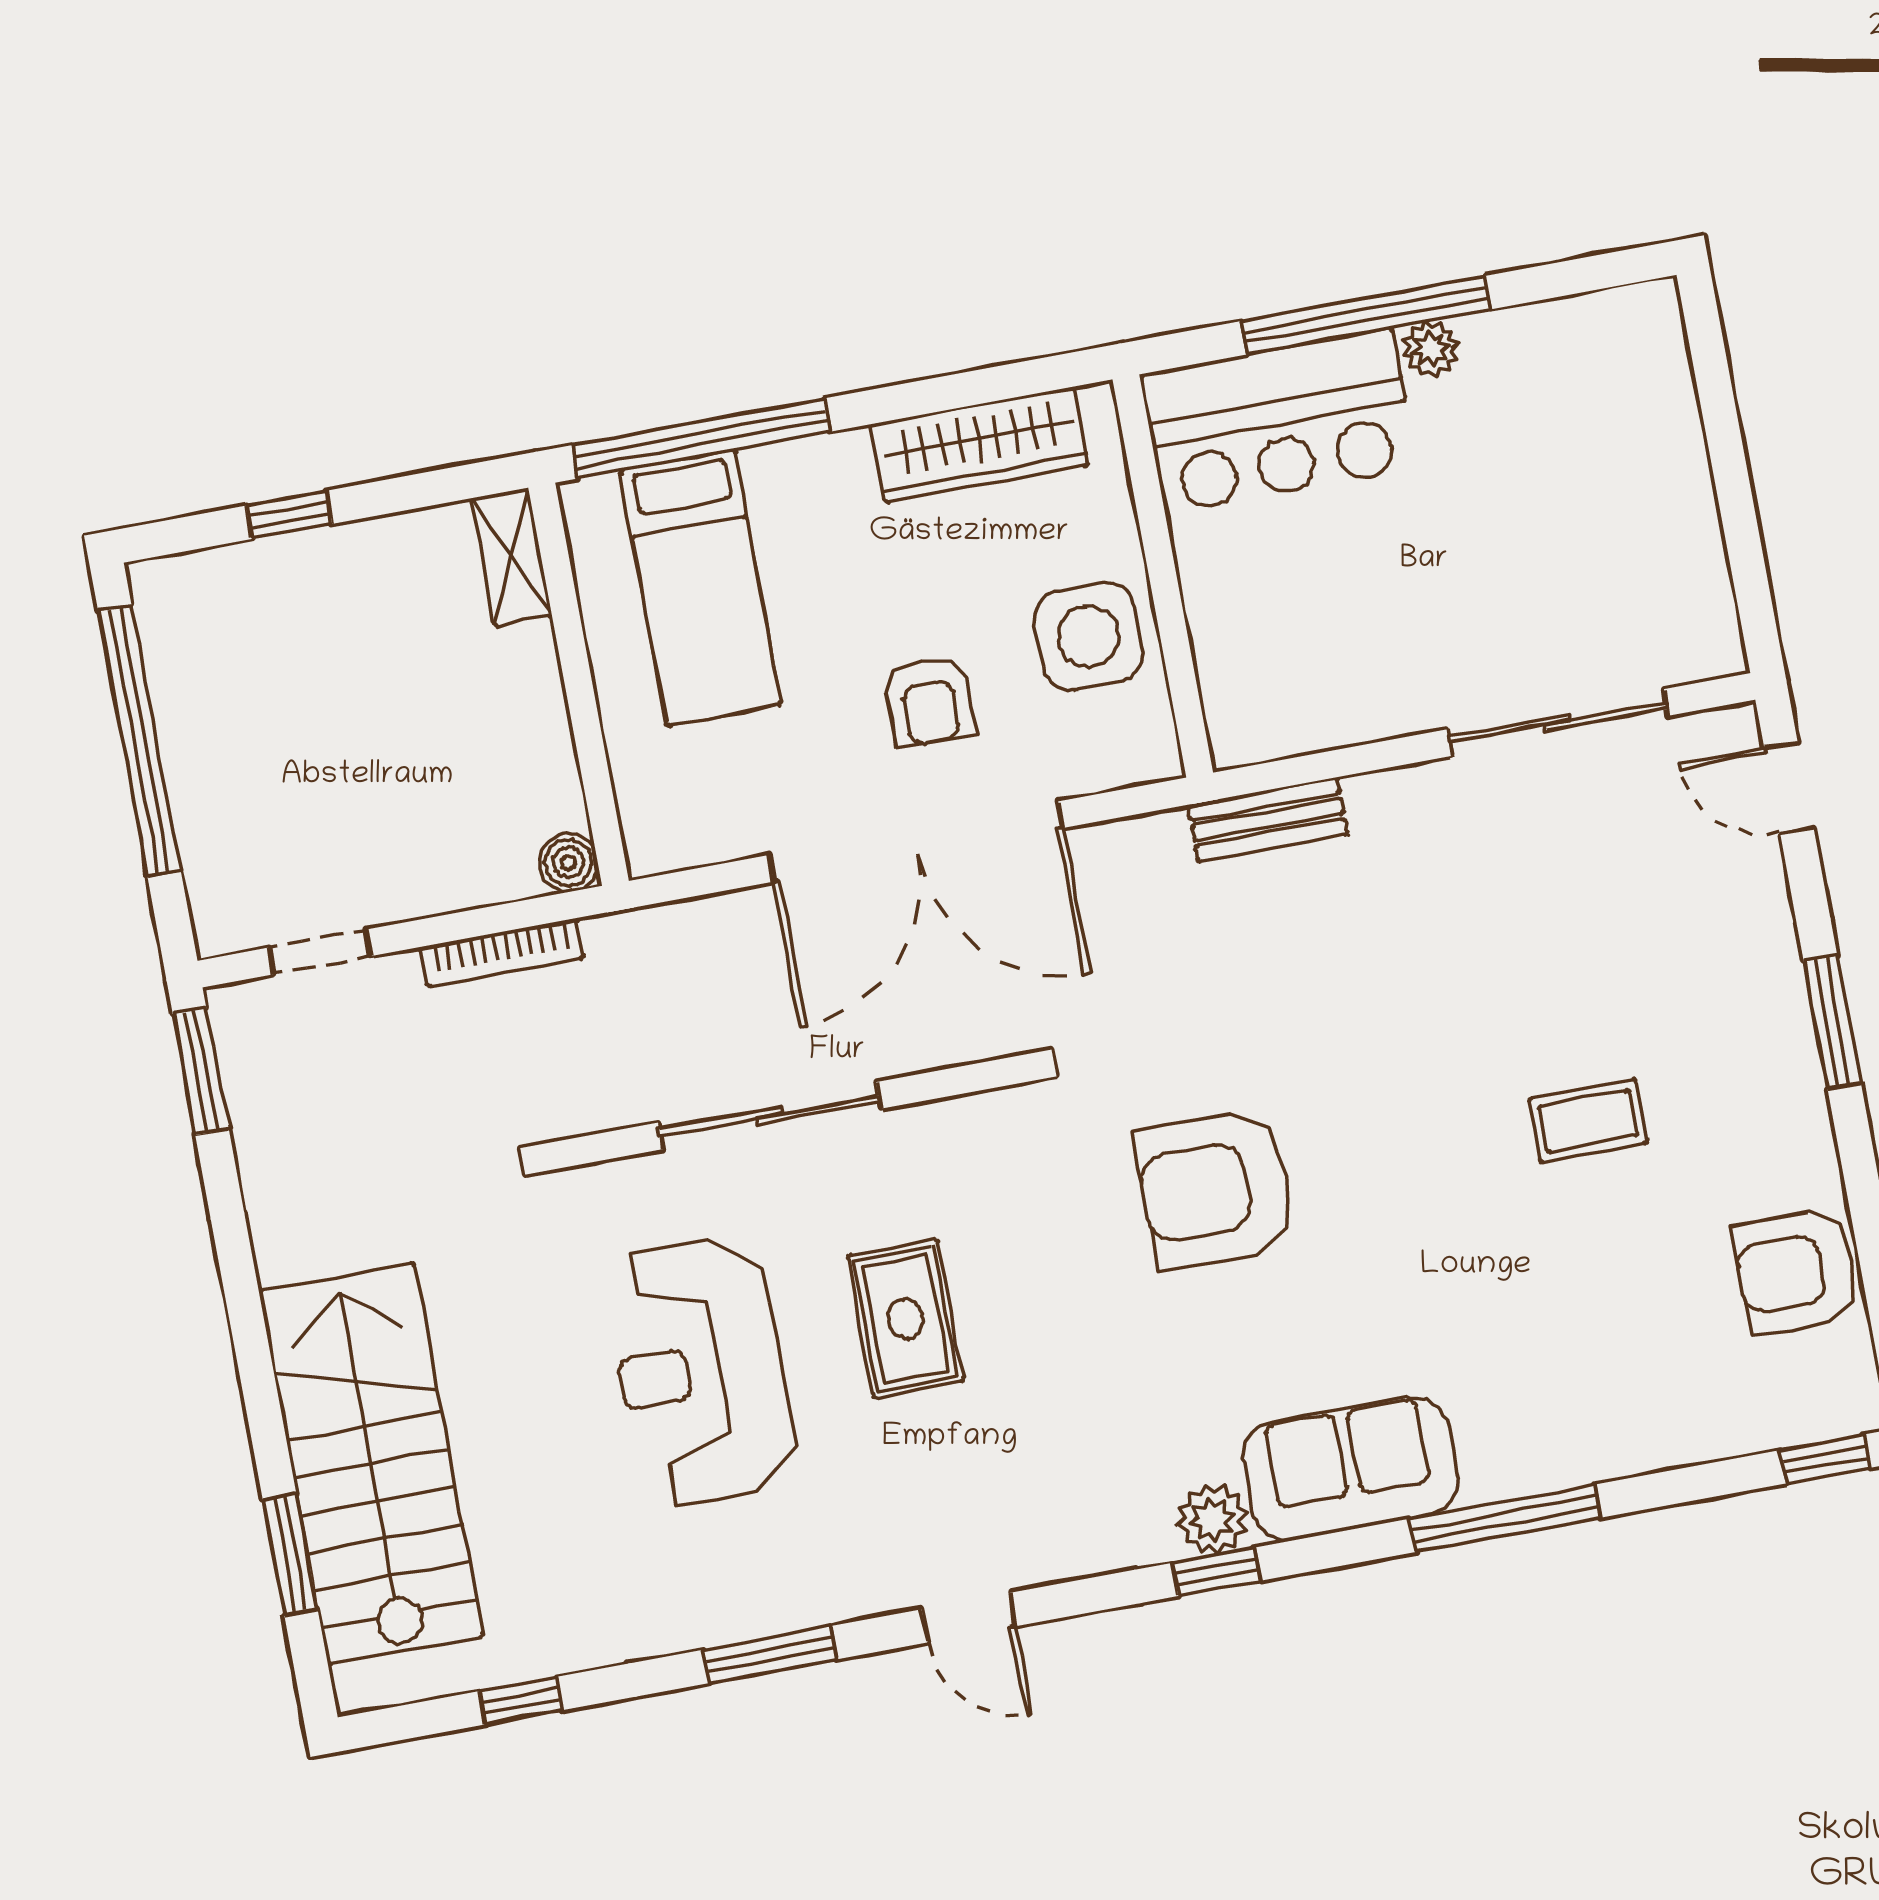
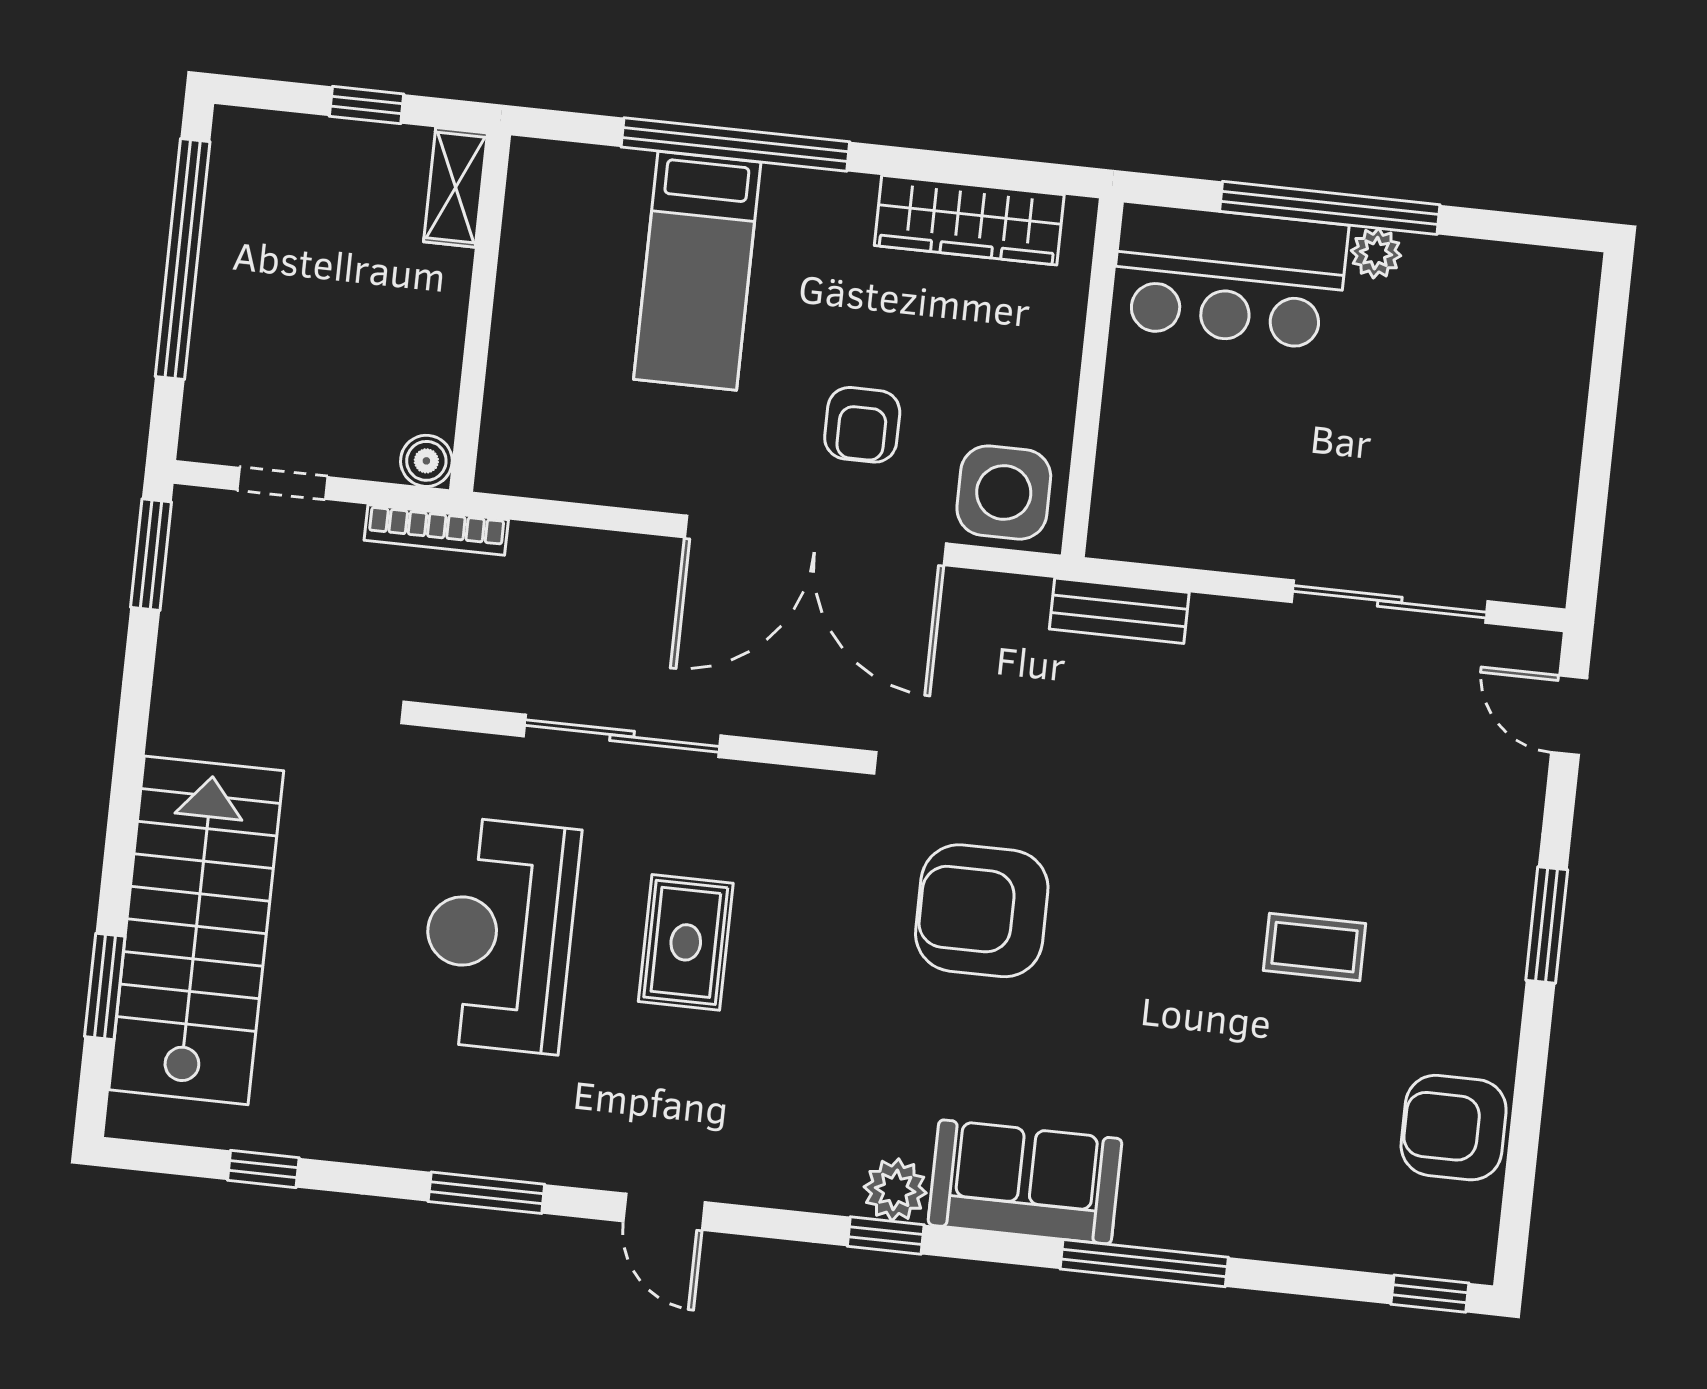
shelving: (512, 557) -> (455, 187), moved
side table: (1088, 636) -> (1004, 493), moved
wall: (579, 684) -> (480, 312), moved
boiler: (568, 862) -> (426, 461), moved

